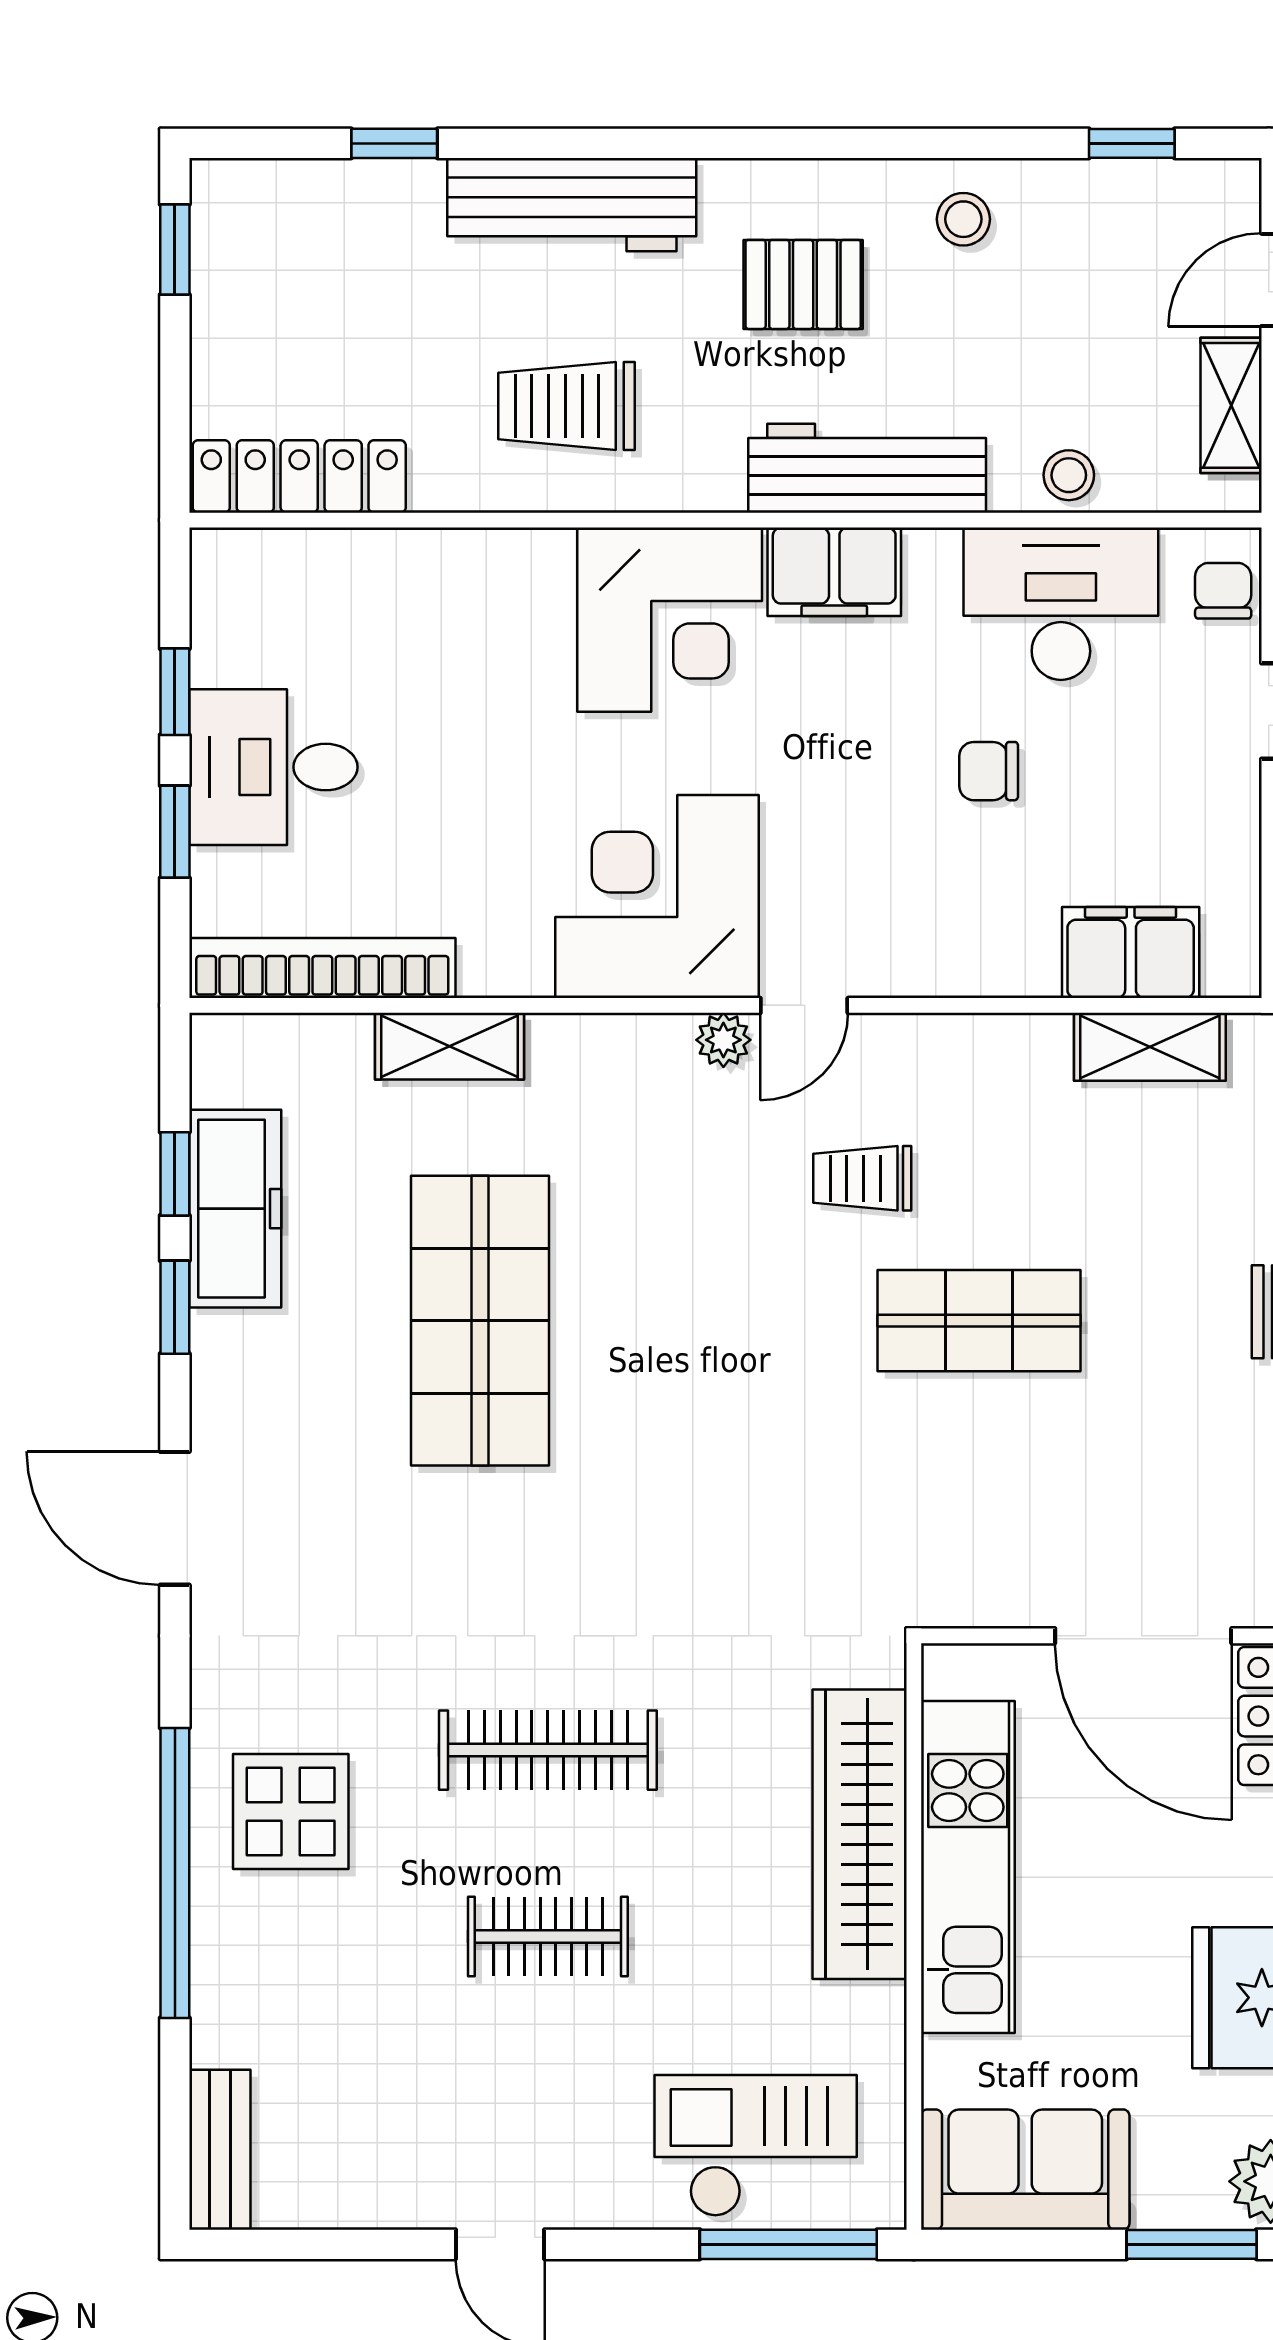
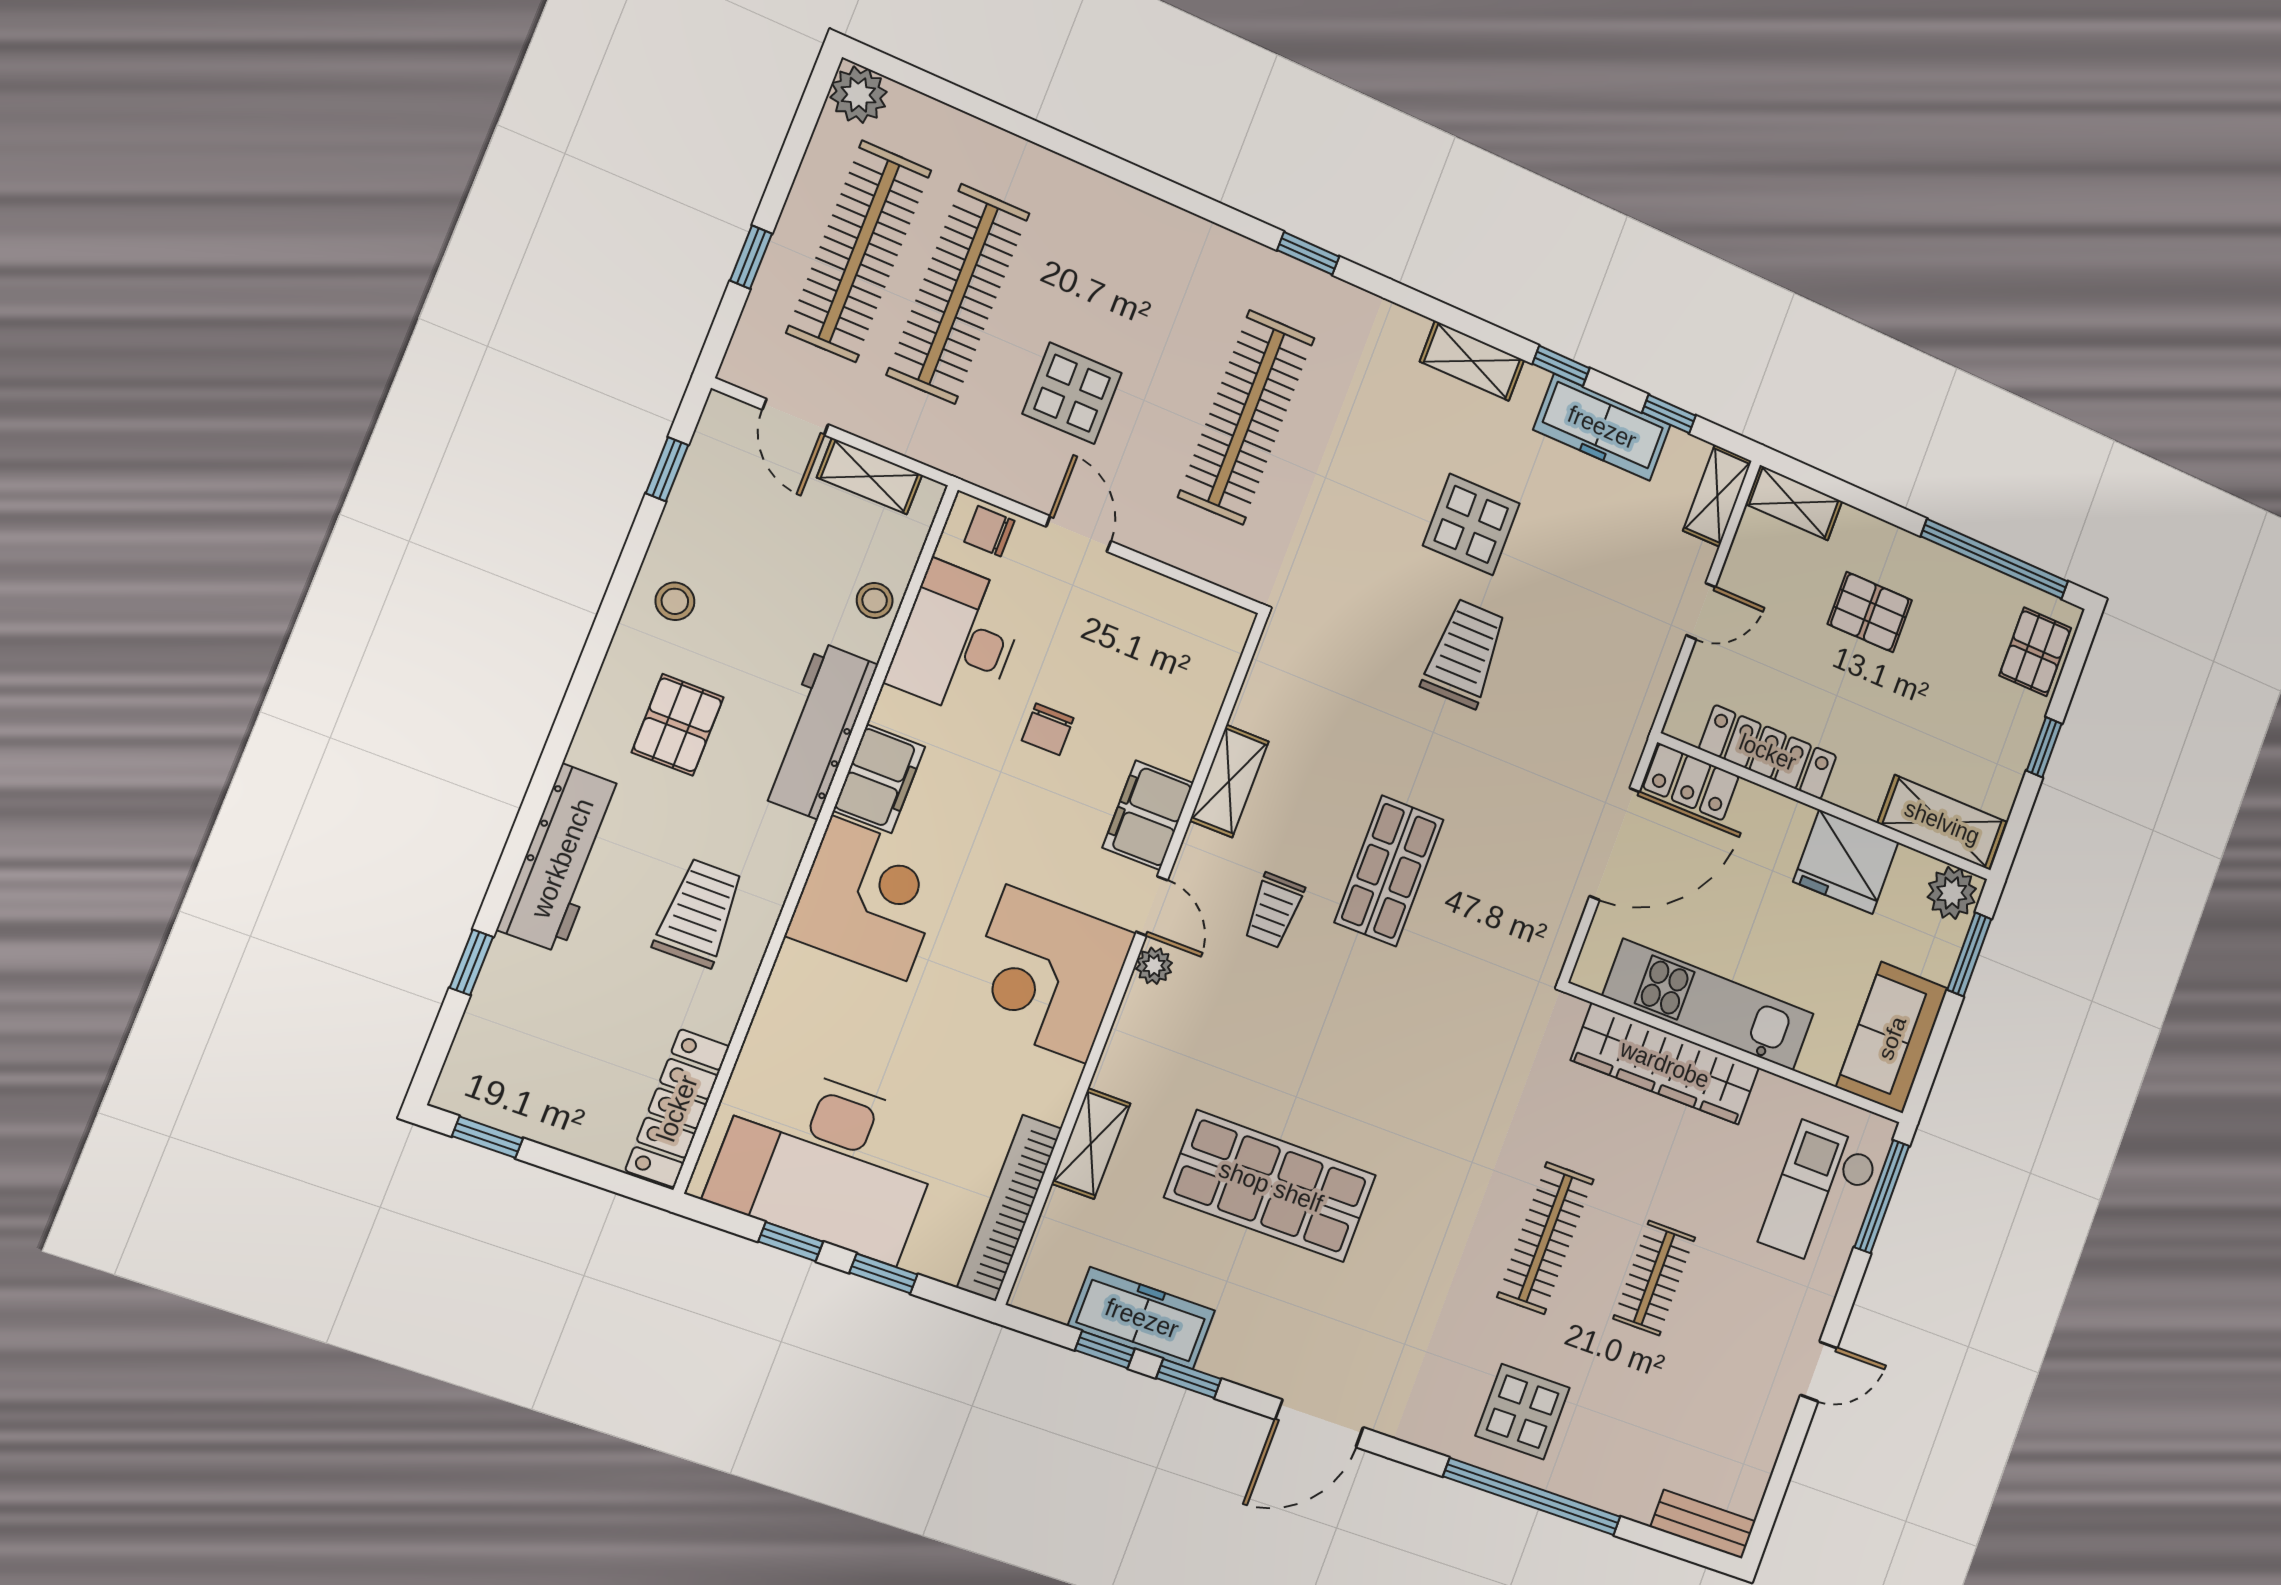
trolley: (567, 406) -> (699, 913), turned 180
desk: (273, 767) -> (827, 1161), width x1.87, depth x1.30
filing cabinet: (1131, 953) -> (1148, 815), moved
shelving: (1150, 1047) -> (1229, 781), moved

